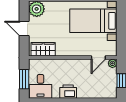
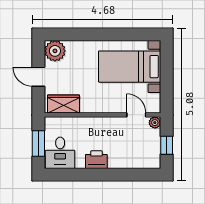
door: (98, 58) -> (136, 115), swing flipped

